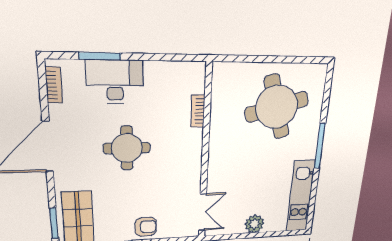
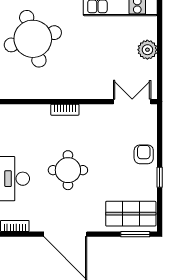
bookcase: (198, 111) -> (65, 110), moved

